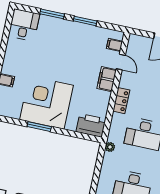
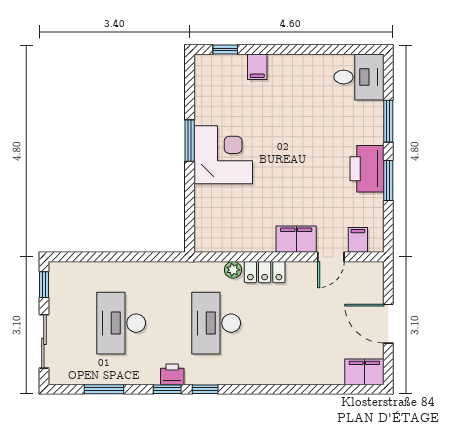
corner desk: (46, 103) -> (223, 155), width x0.74, depth x0.74
printer: (91, 125) -> (367, 169), moved, turned 180
plant: (110, 147) -> (233, 270), moved

